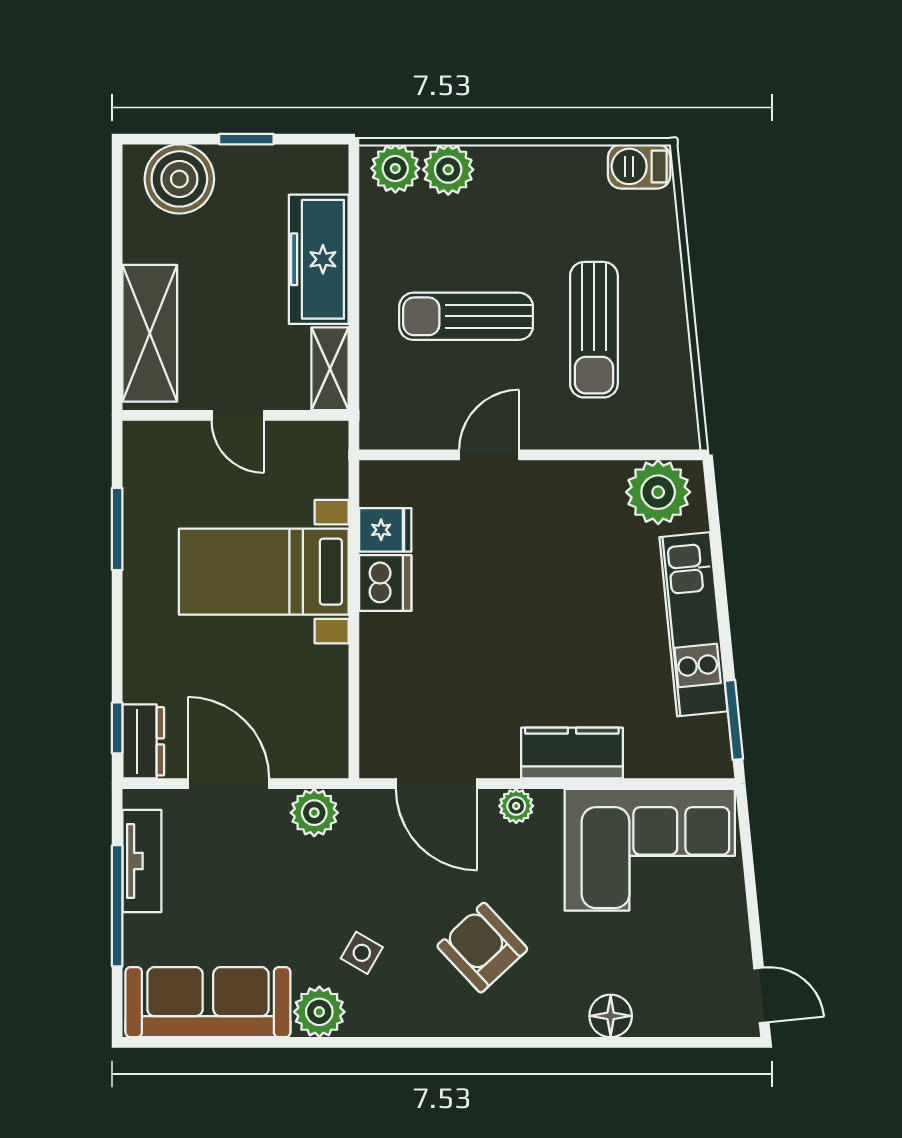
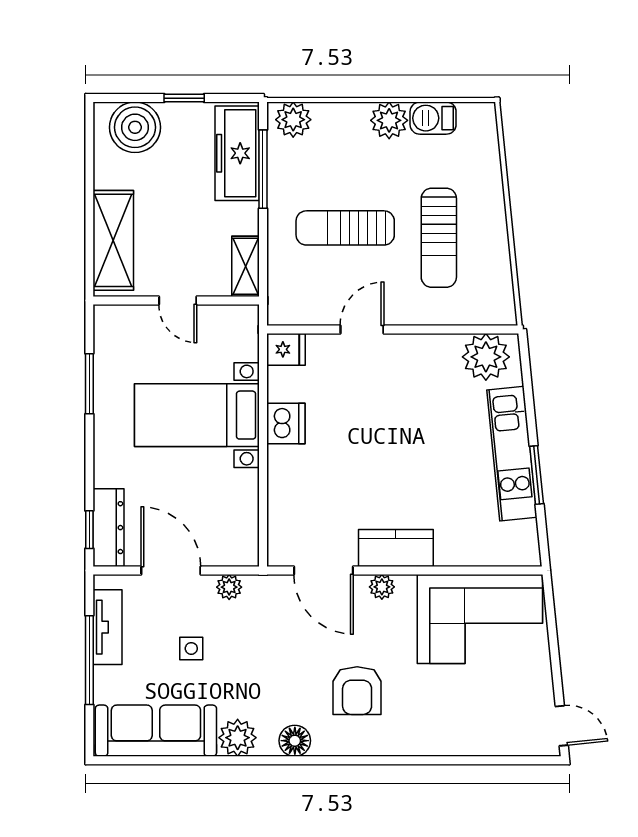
barbecue: (639, 166) -> (433, 118), moved
plant: (448, 170) -> (389, 120), moved
window: (354, 236) -> (263, 169), added
freezer: (319, 259) -> (237, 153), moved
fridge: (385, 530) -> (286, 349), moved
window: (734, 720) -> (537, 475), moved
dresser: (143, 741) -> (109, 528), width x1.44
kitchen counter: (572, 753) -> (396, 548), moved
plant: (314, 813) -> (229, 587), width x0.73, depth x0.73
armchair: (482, 948) -> (357, 691), turned -137
side table: (362, 953) -> (191, 648), moved, turned -30
floor lamp: (611, 1016) -> (295, 741), moved

